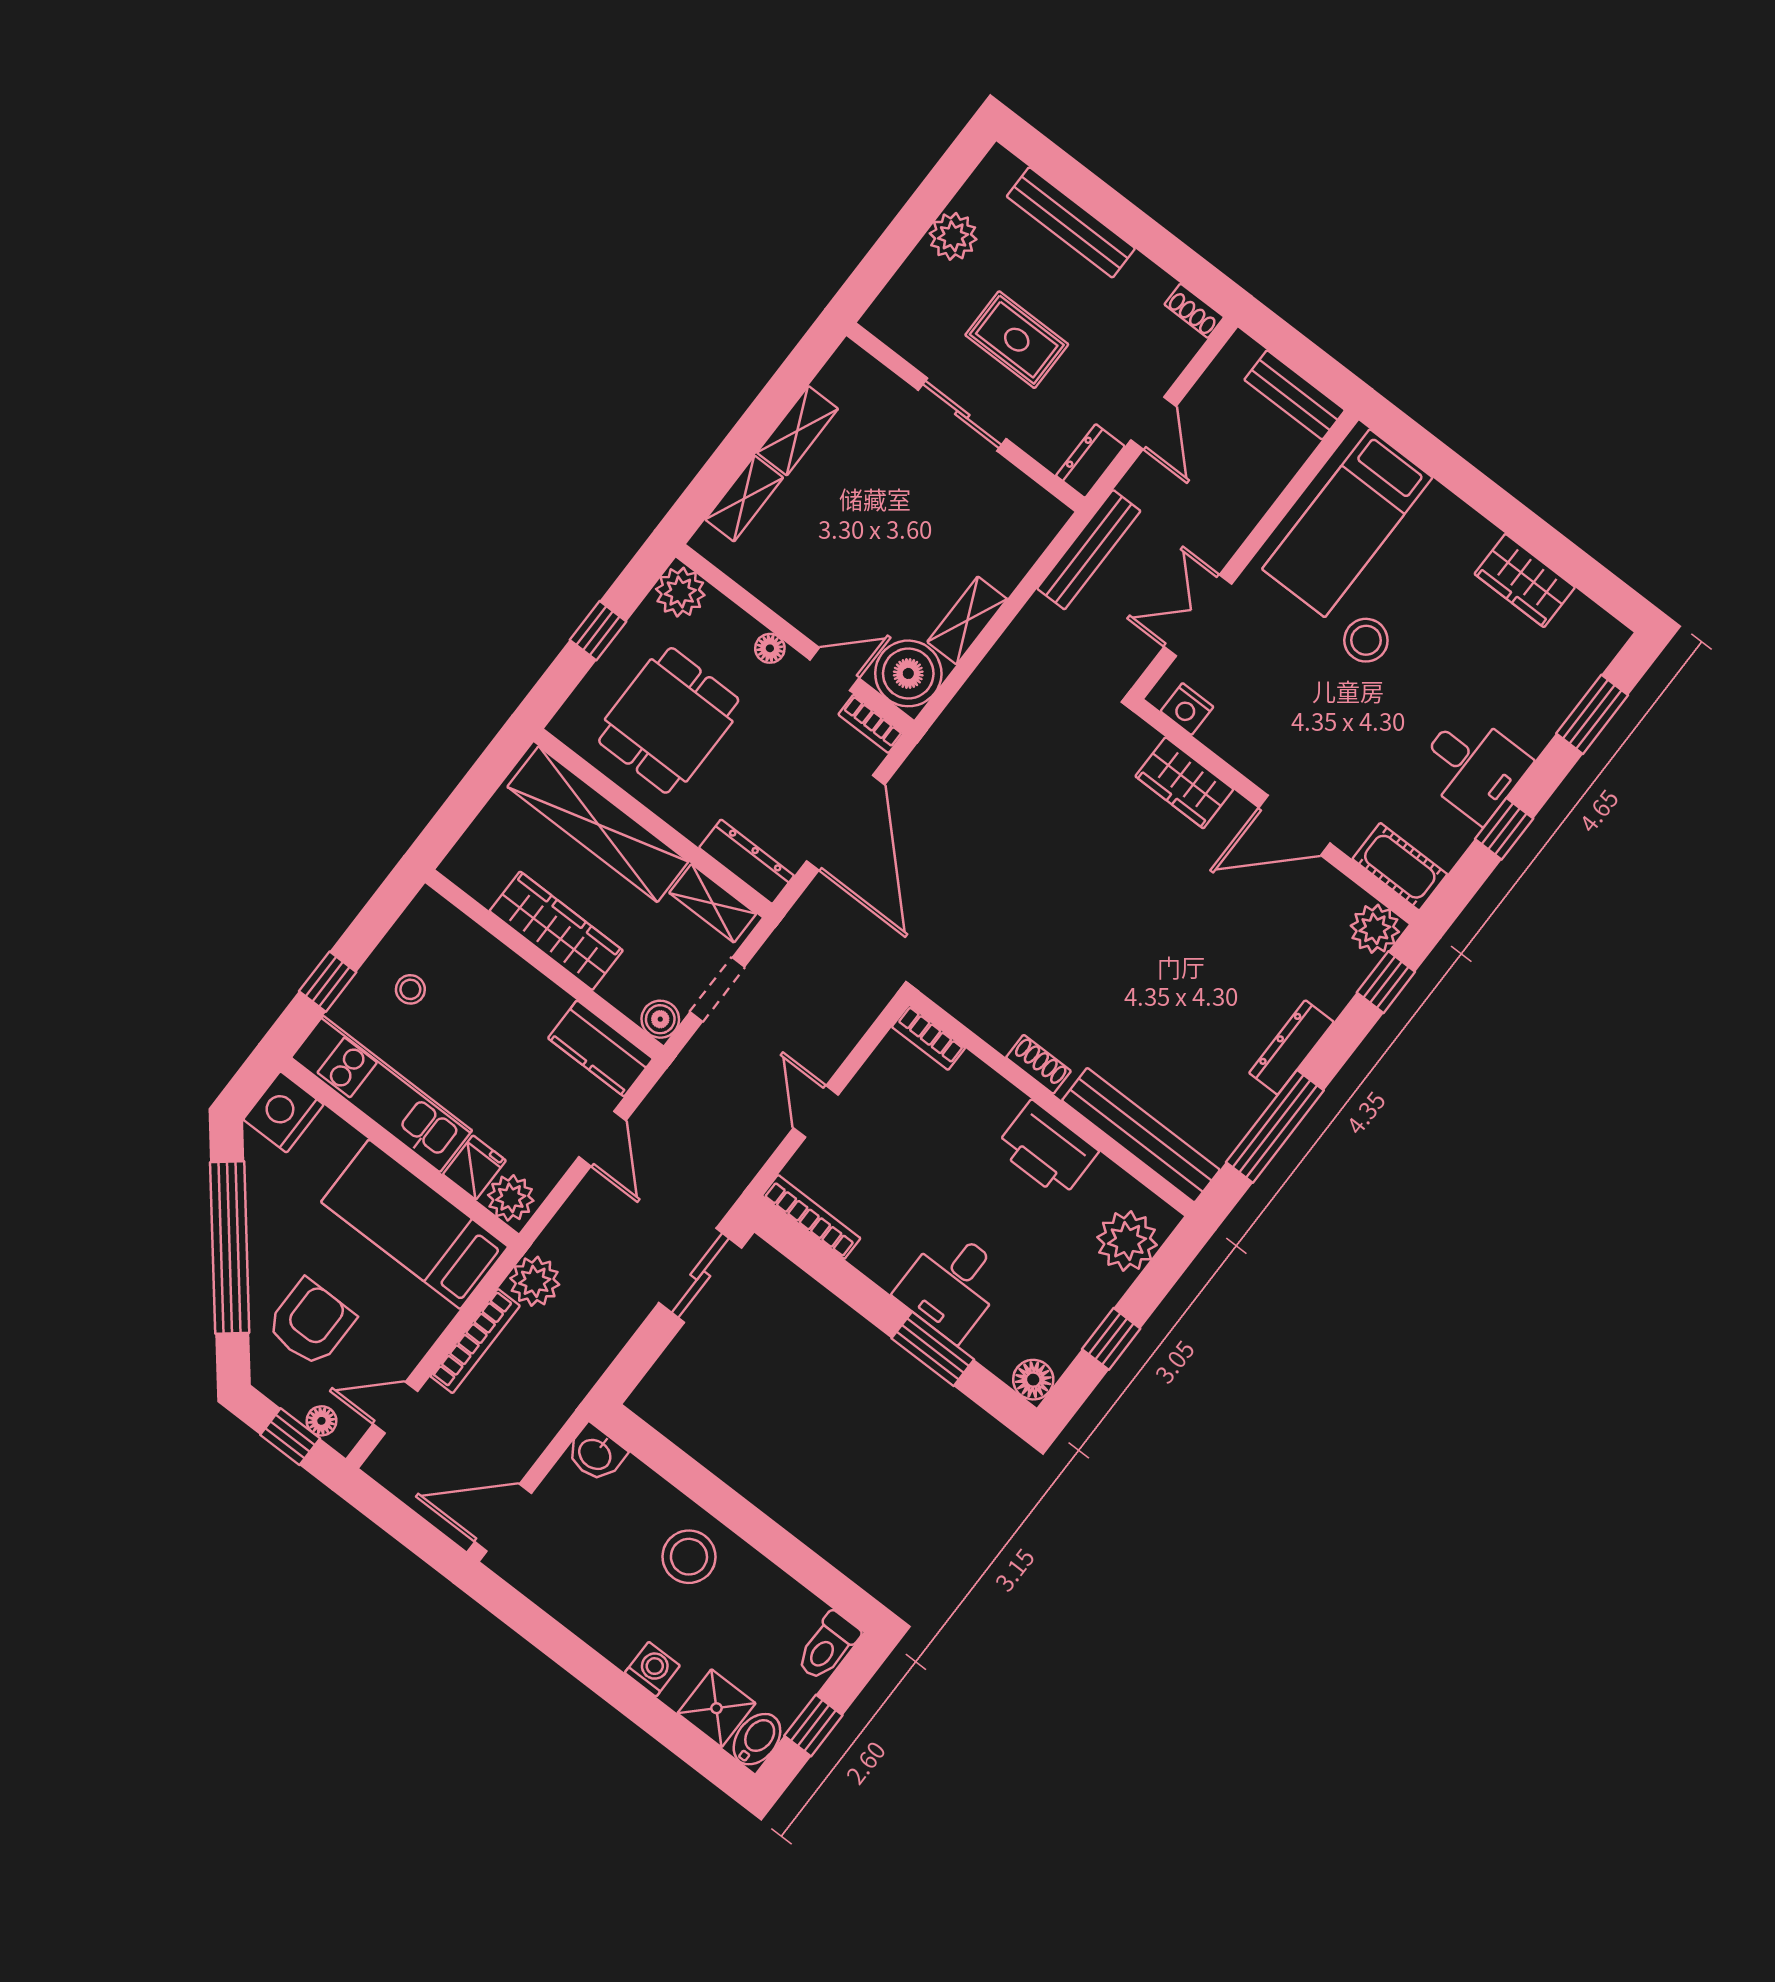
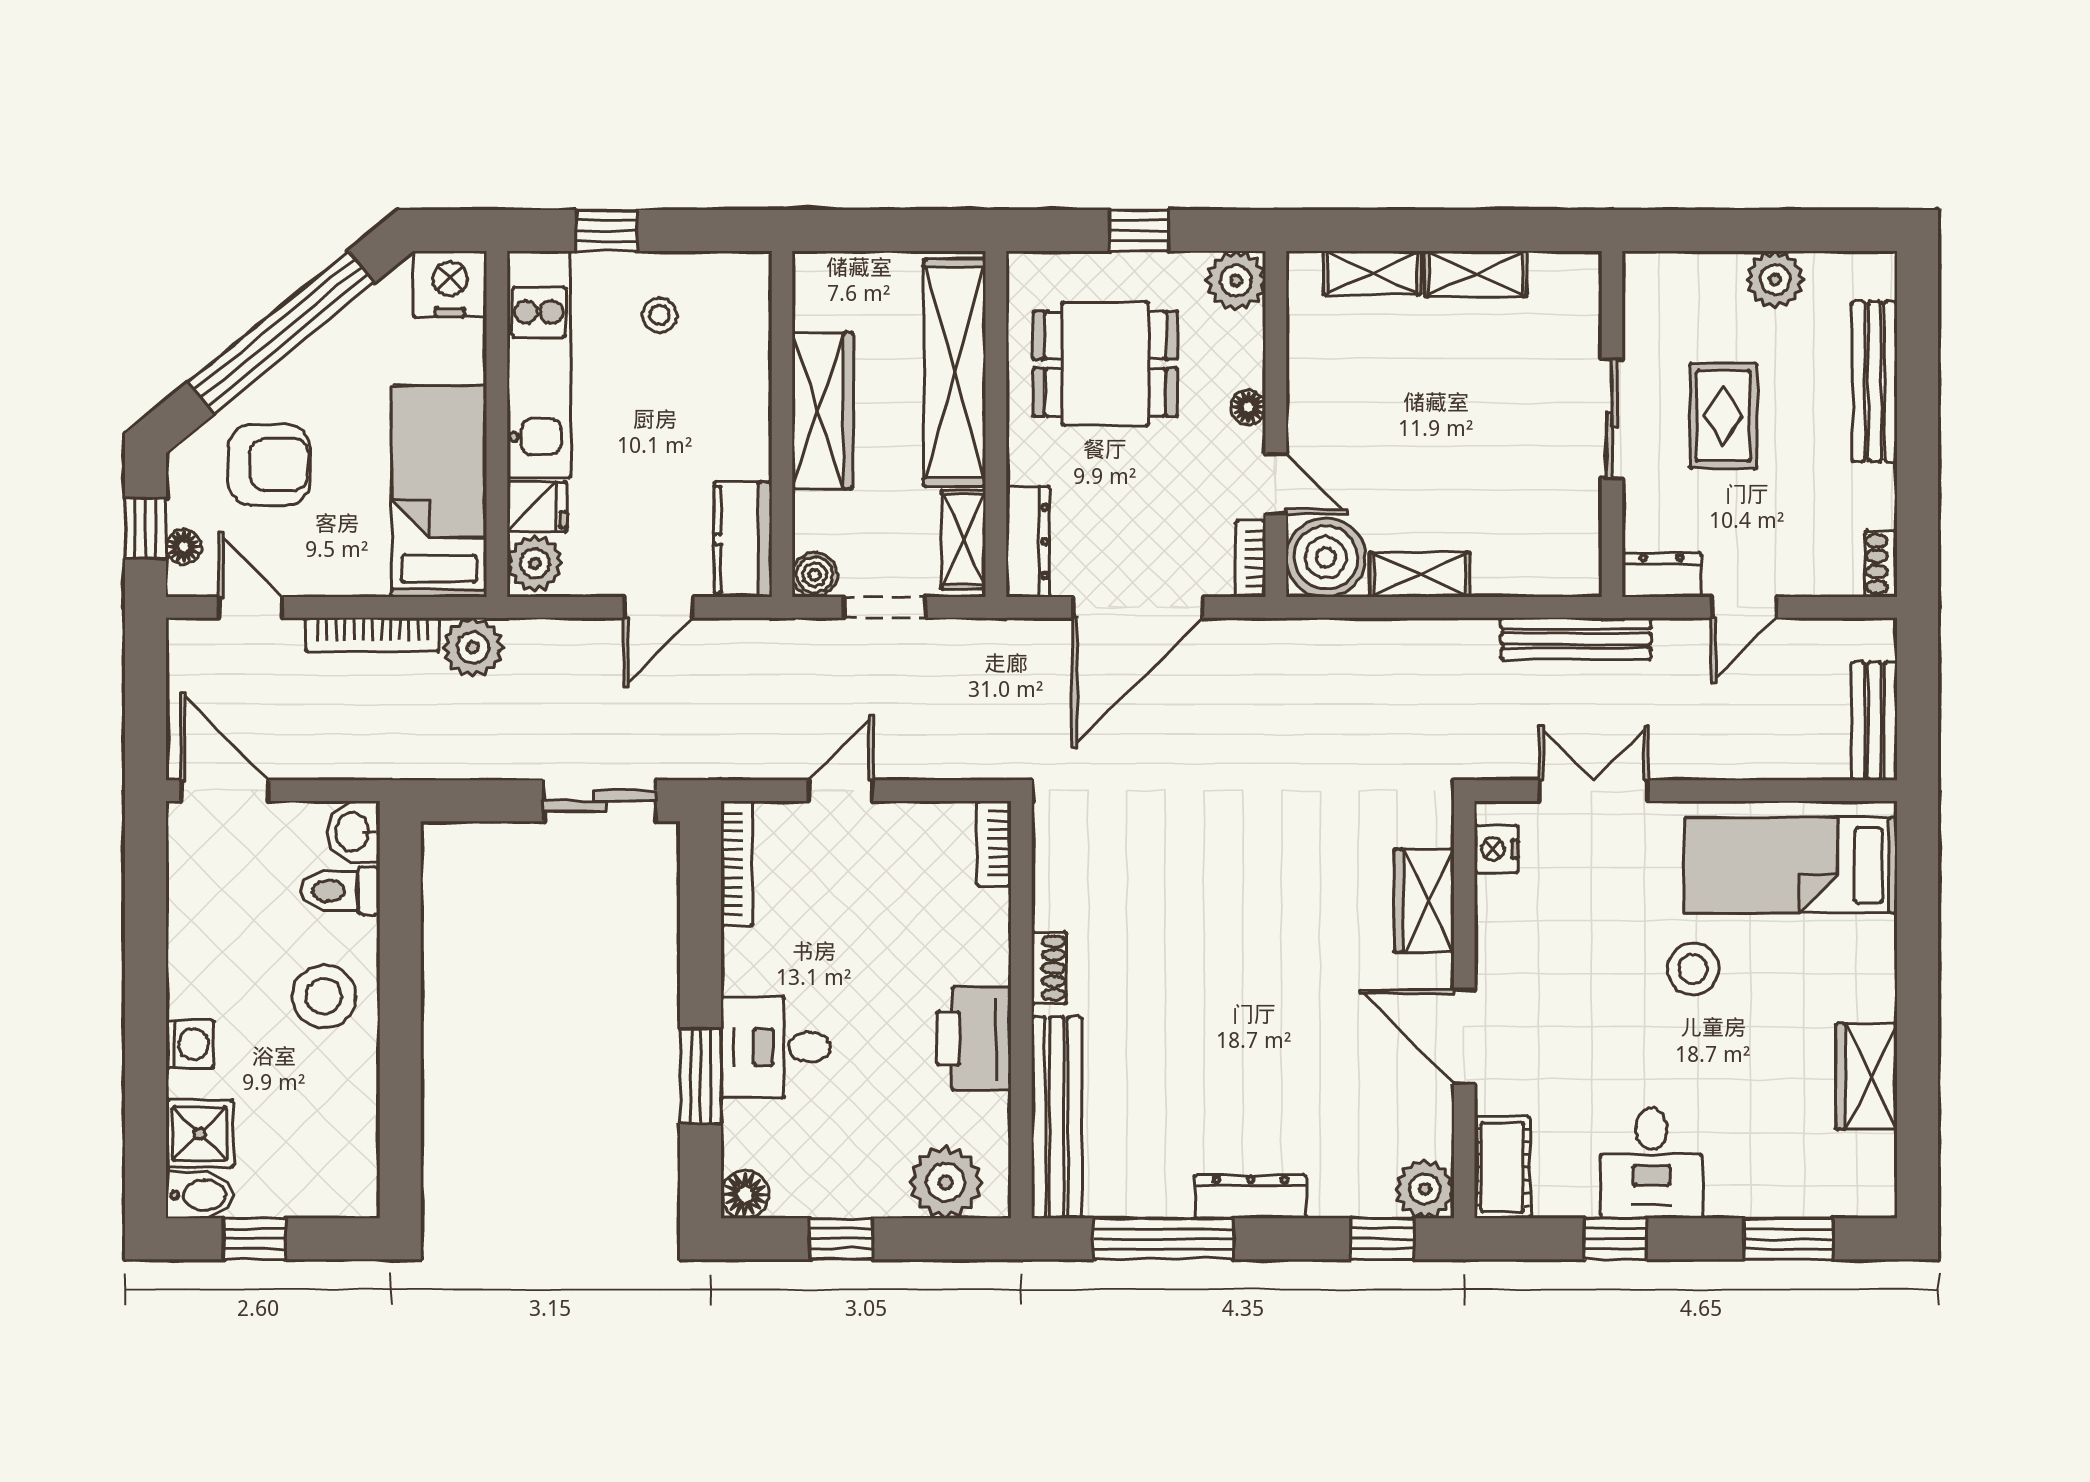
toilet: (828, 1646) -> (340, 891), moved

